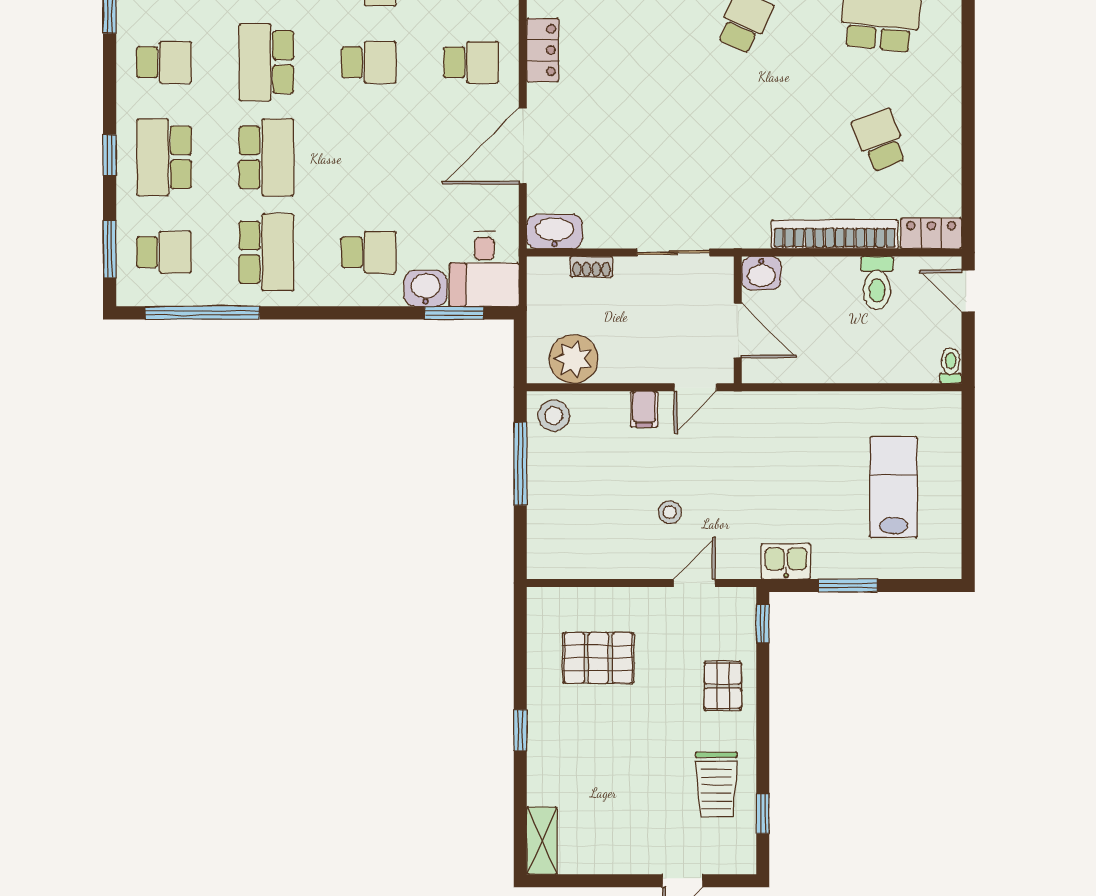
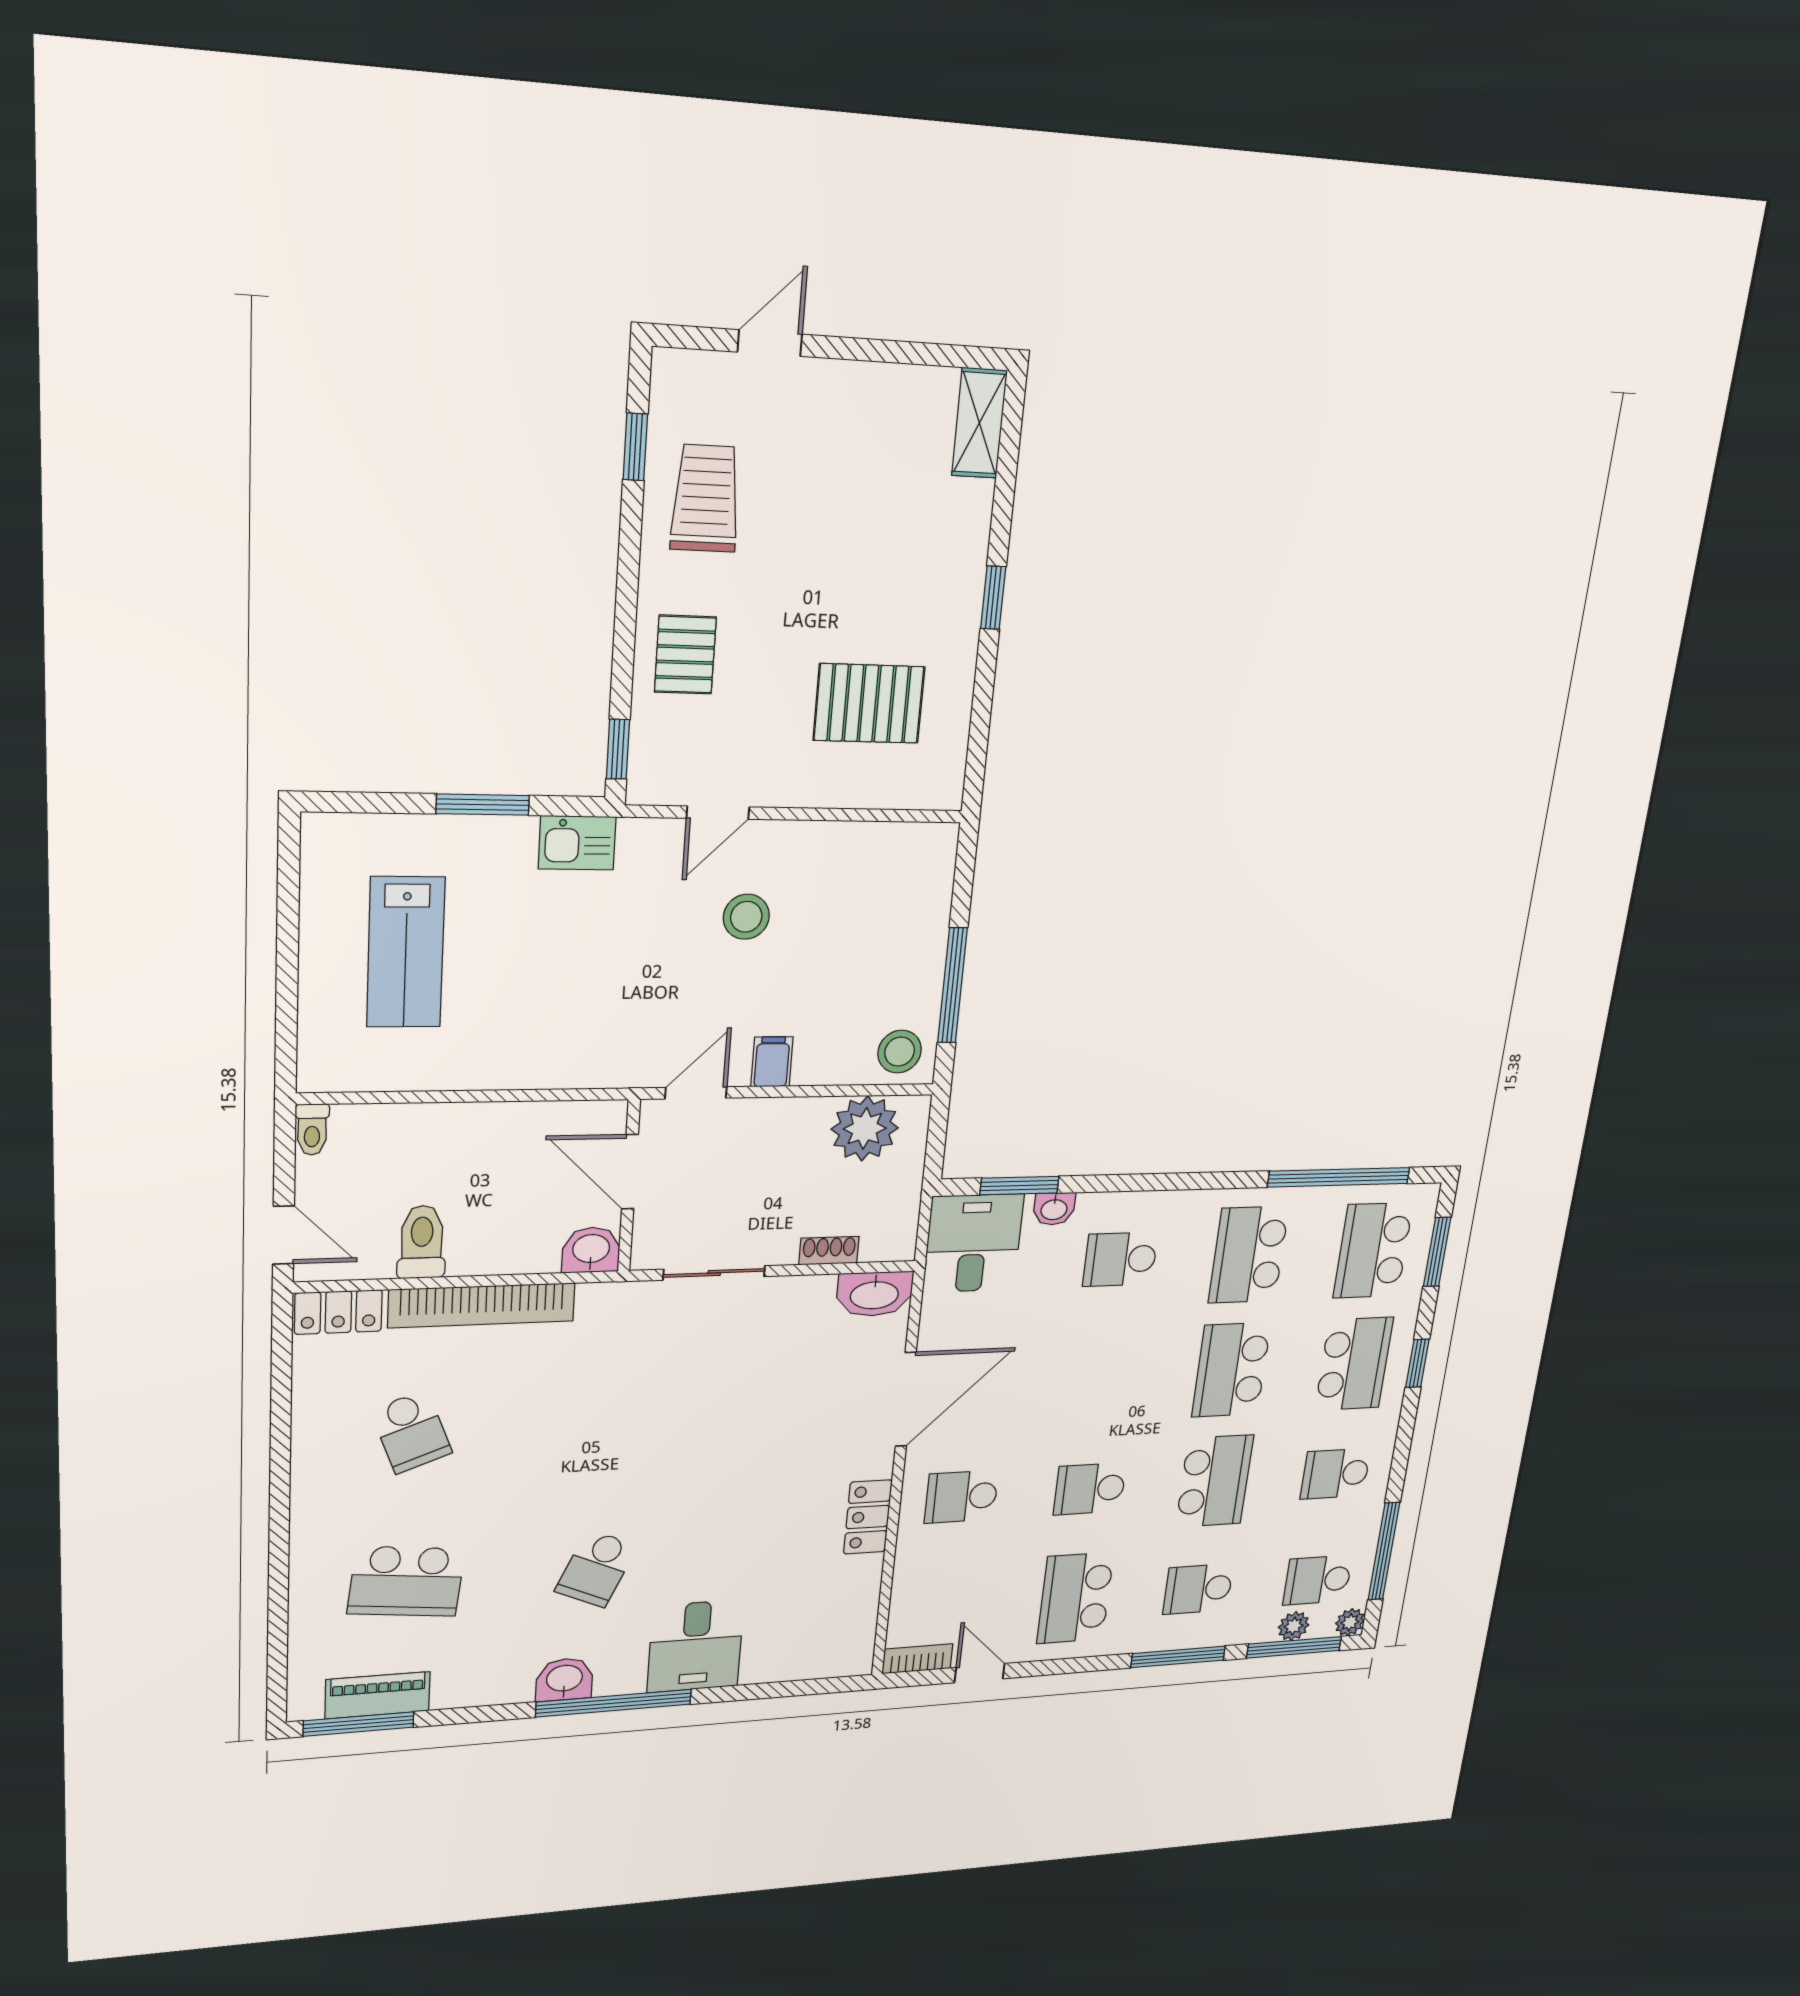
school desk: (164, 252) -> (1373, 1250), width x1.85
washbasin: (425, 288) -> (1054, 1209), width x0.72, depth x0.69
stool: (670, 512) -> (746, 917), width x1.37, depth x1.37

